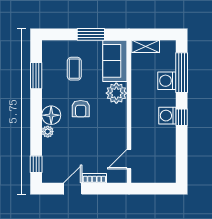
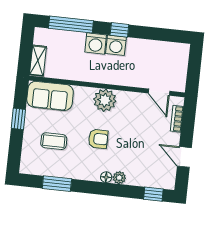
window: (91, 34) -> (18, 119), width x0.67
washing machine: (167, 81) -> (96, 43), moved
plant: (116, 93) -> (105, 100), moved
floor lamp: (51, 115) -> (106, 177), width x0.53, depth x0.53
bookcase: (94, 178) -> (177, 119), moved

